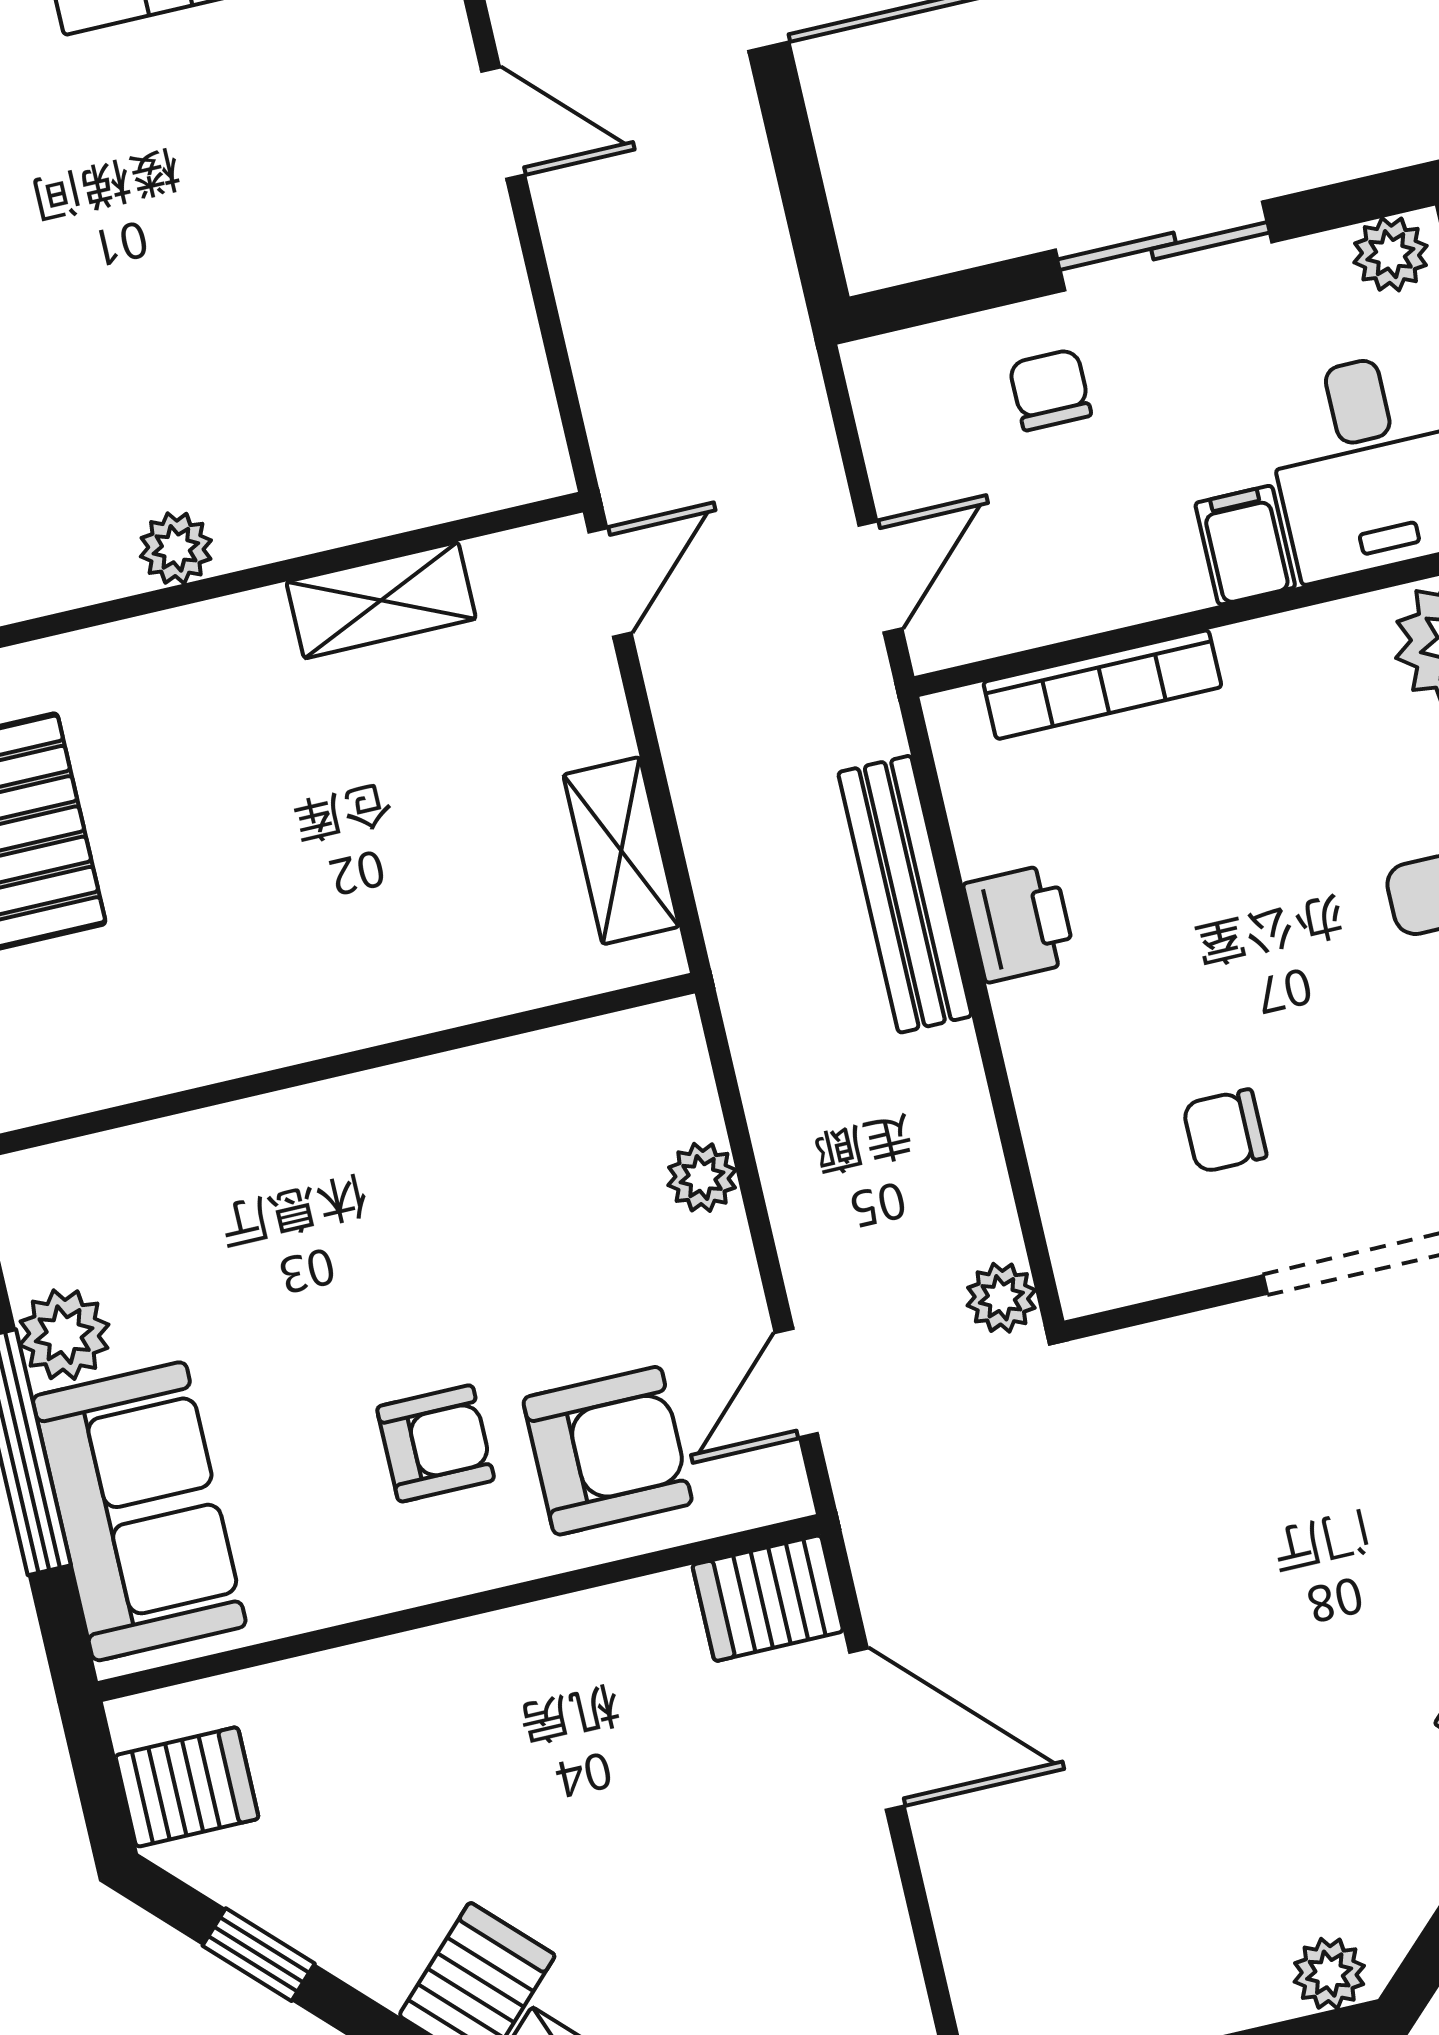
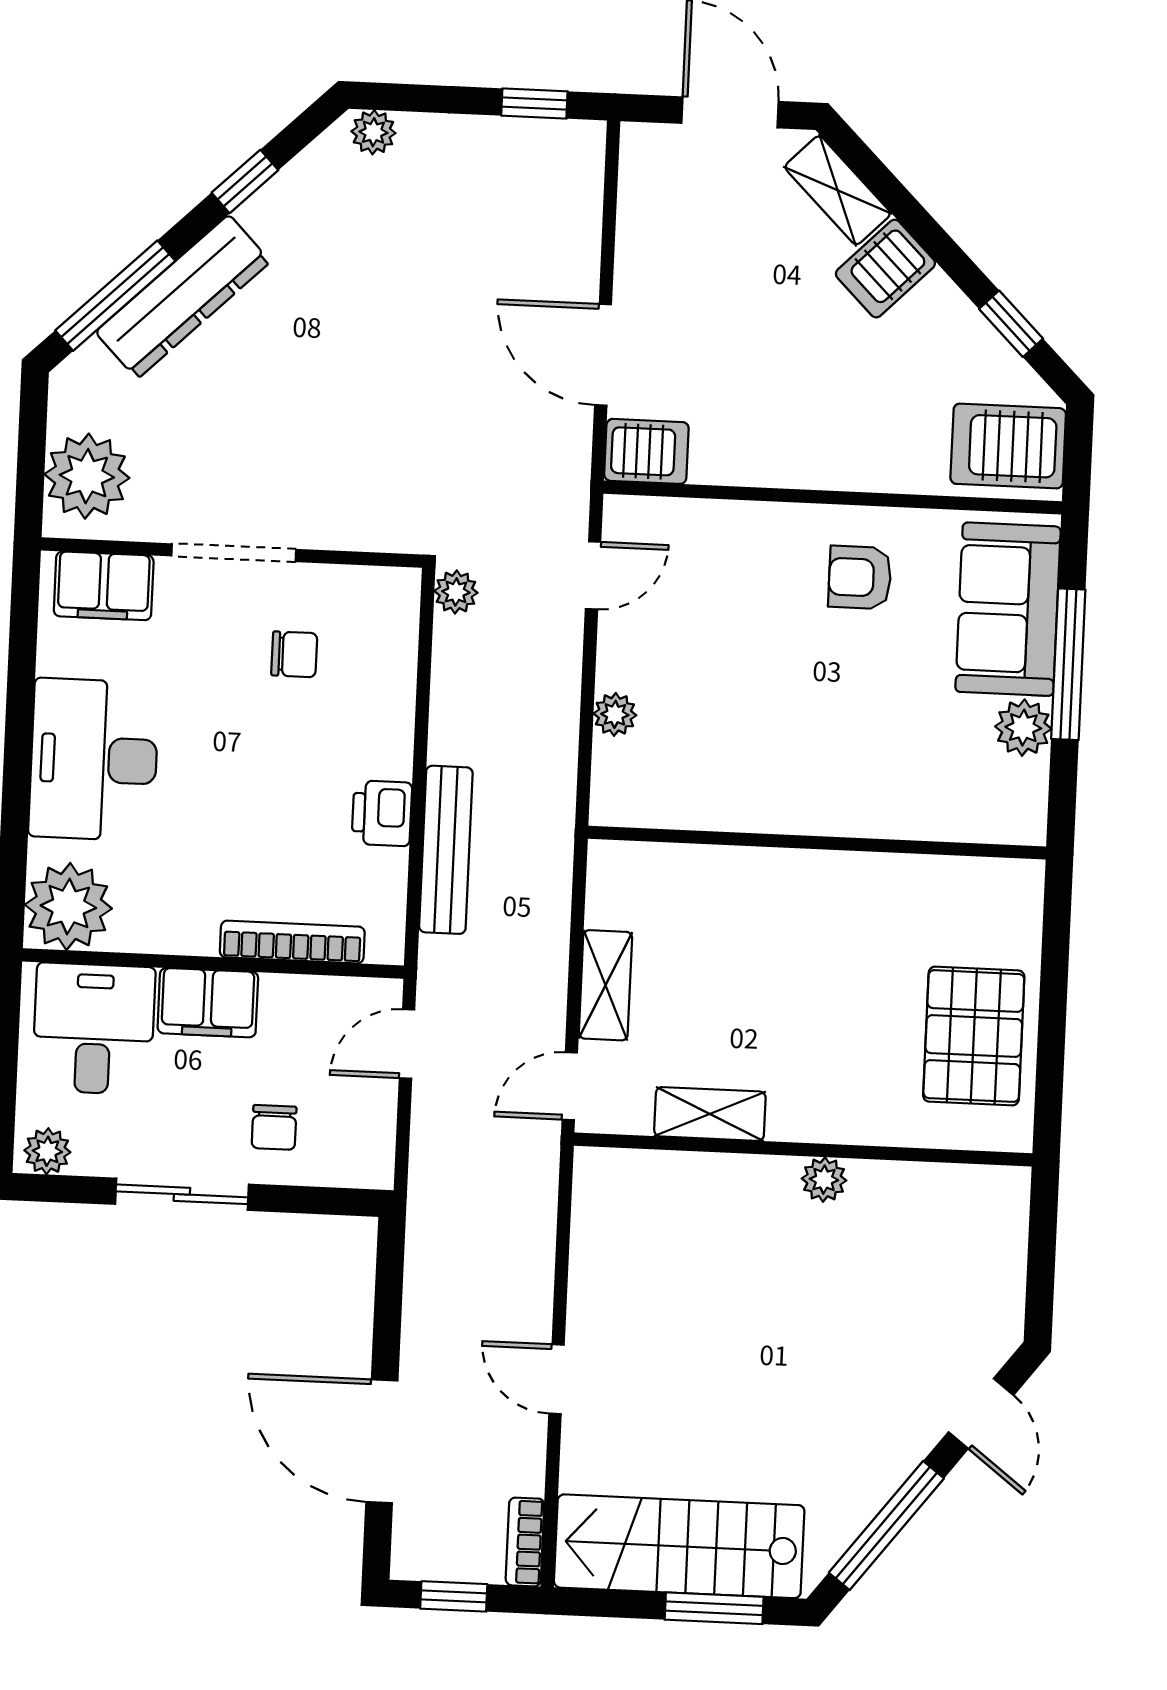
filing cabinet: (1245, 545) -> (208, 1003), width x2.00
shelving: (621, 851) -> (605, 985), moved
armchair: (436, 1443) -> (860, 577), moved
armchair: (608, 1451) -> (717, 567), removed
server rack: (187, 1787) -> (1008, 446), width x1.36, depth x1.44

